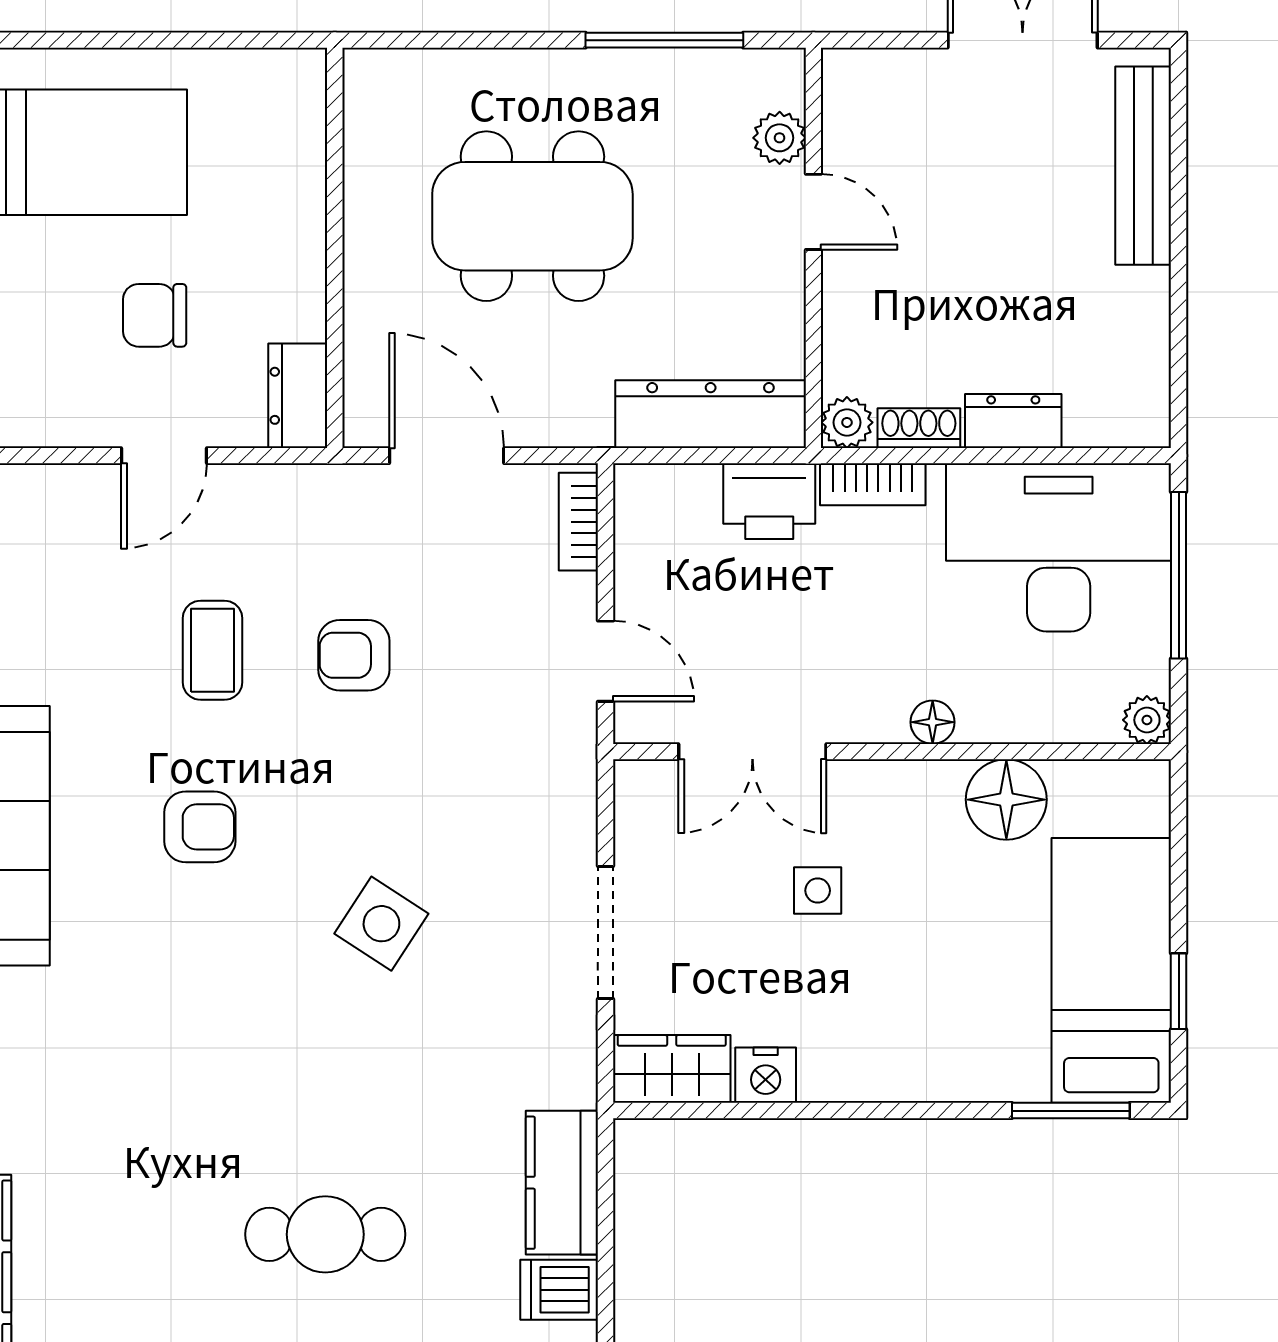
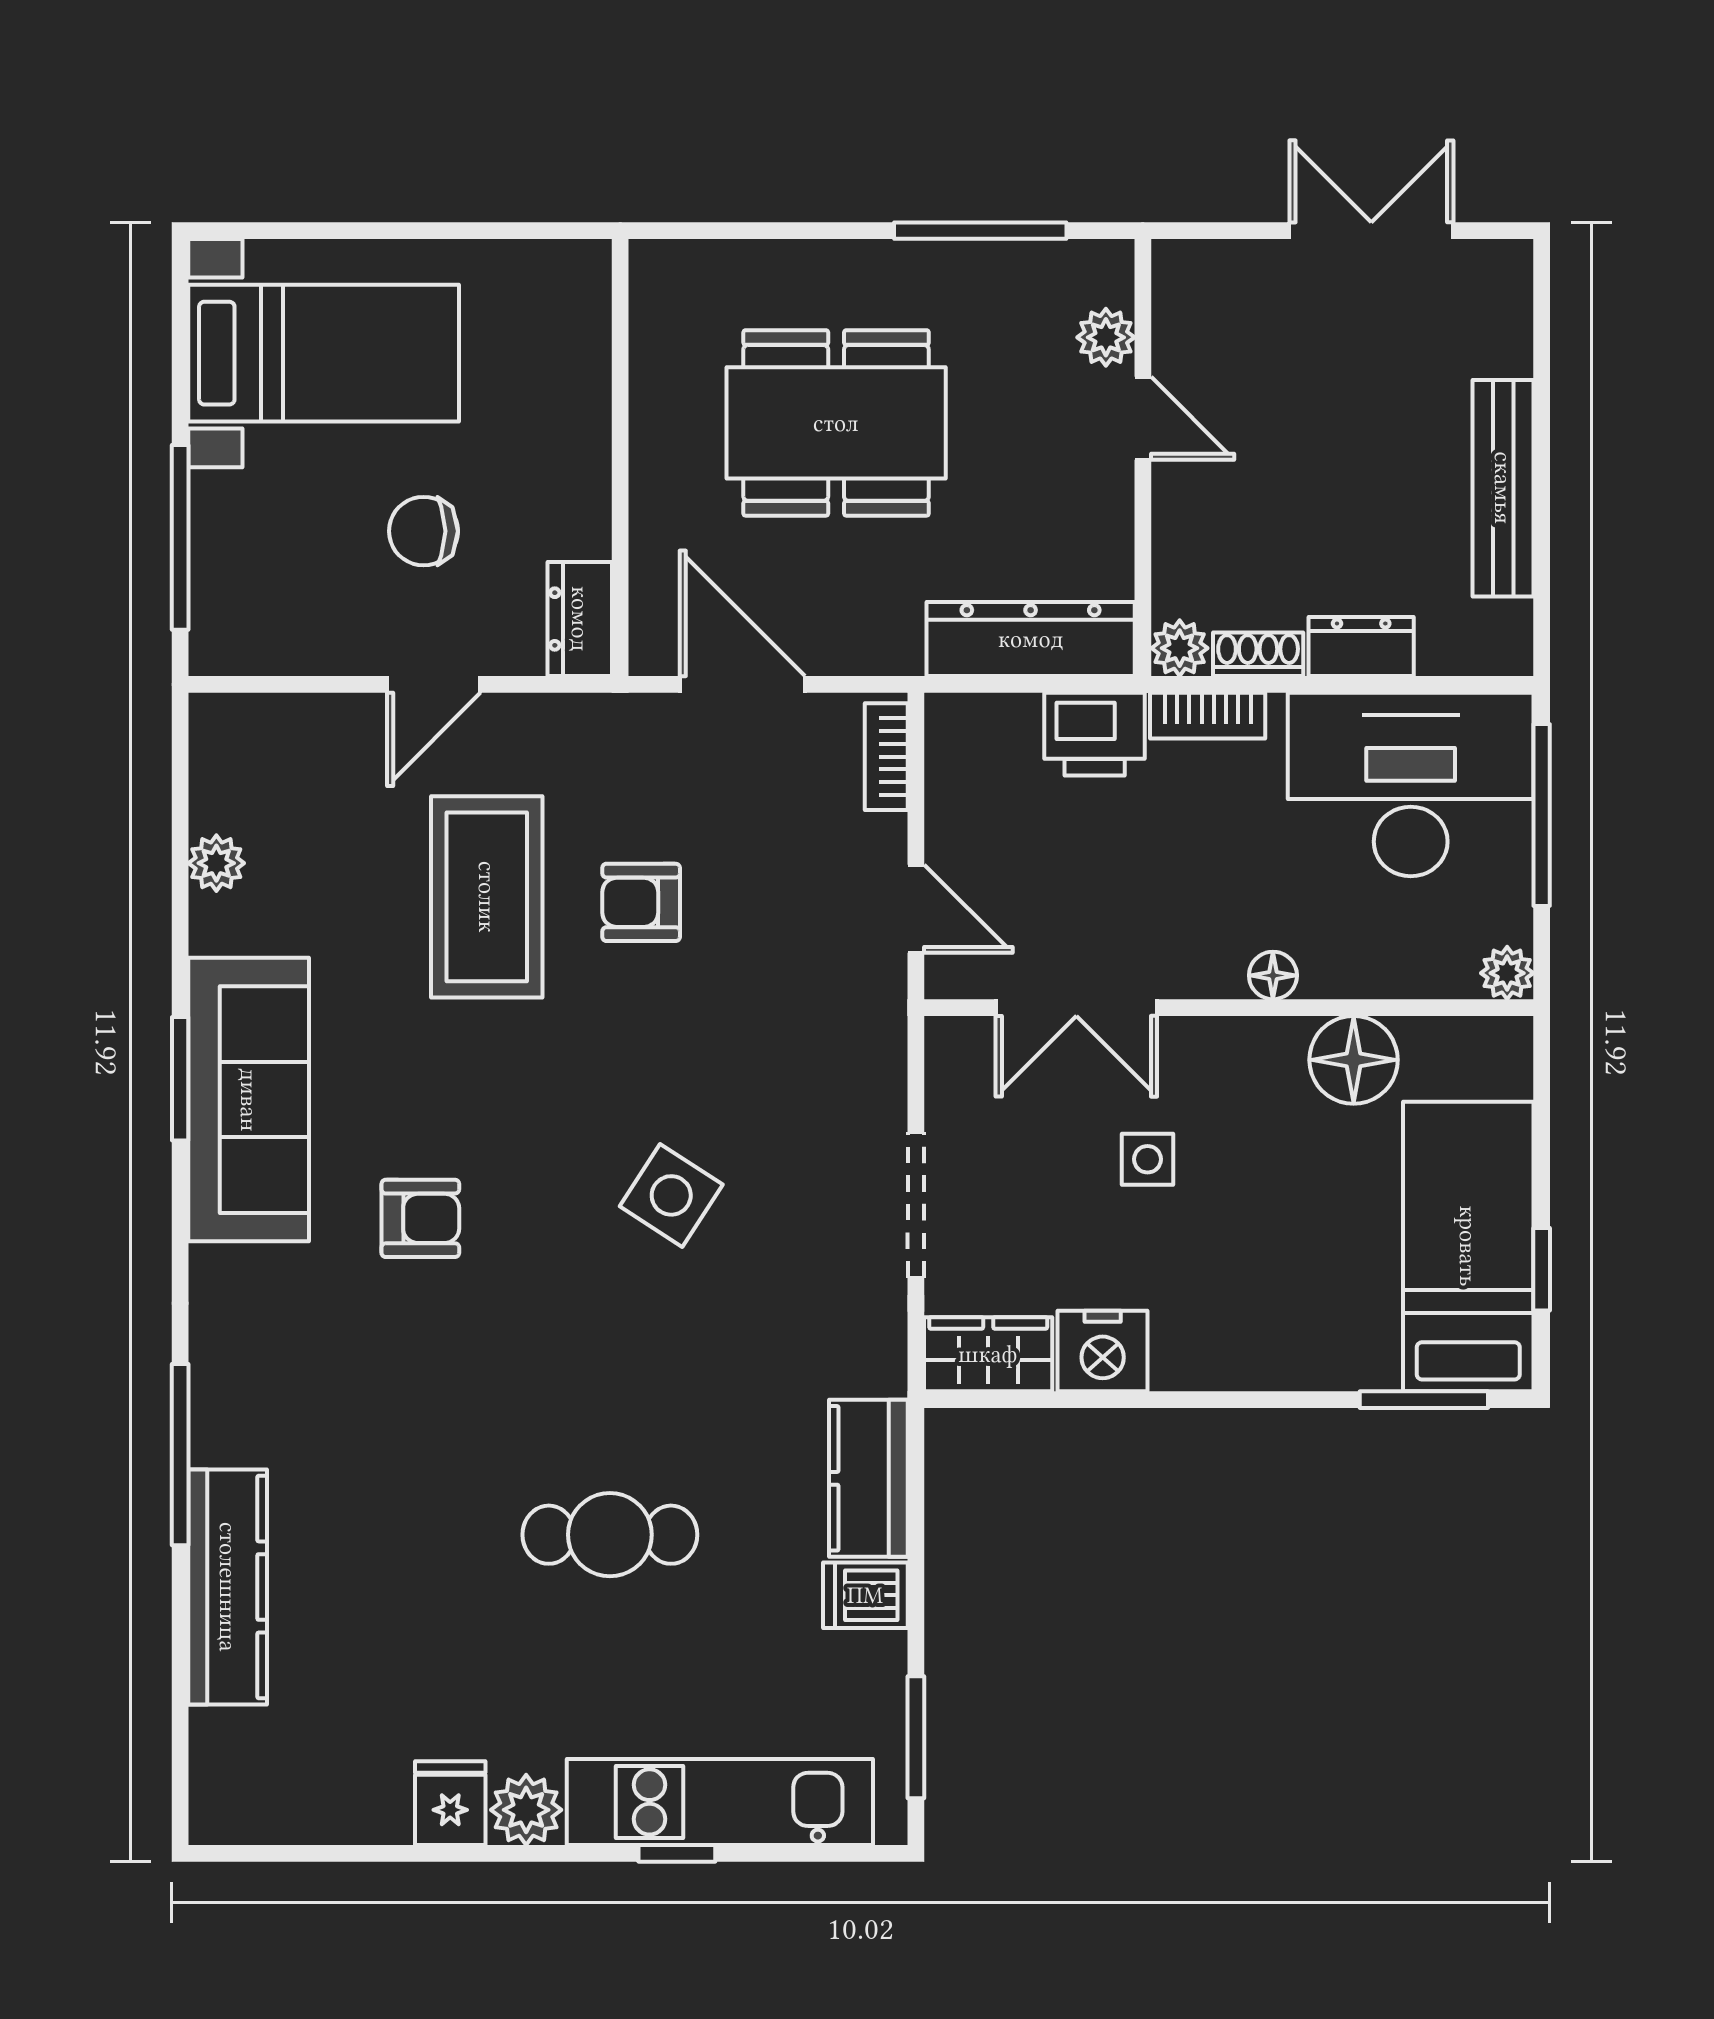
bench: (1143, 166) -> (1503, 488), moved
coffee table: (213, 650) -> (487, 897), width x1.86, depth x1.72
armchair: (200, 827) -> (420, 1218), moved
nightstand: (766, 1075) -> (1103, 1351), width x1.36, depth x1.33

